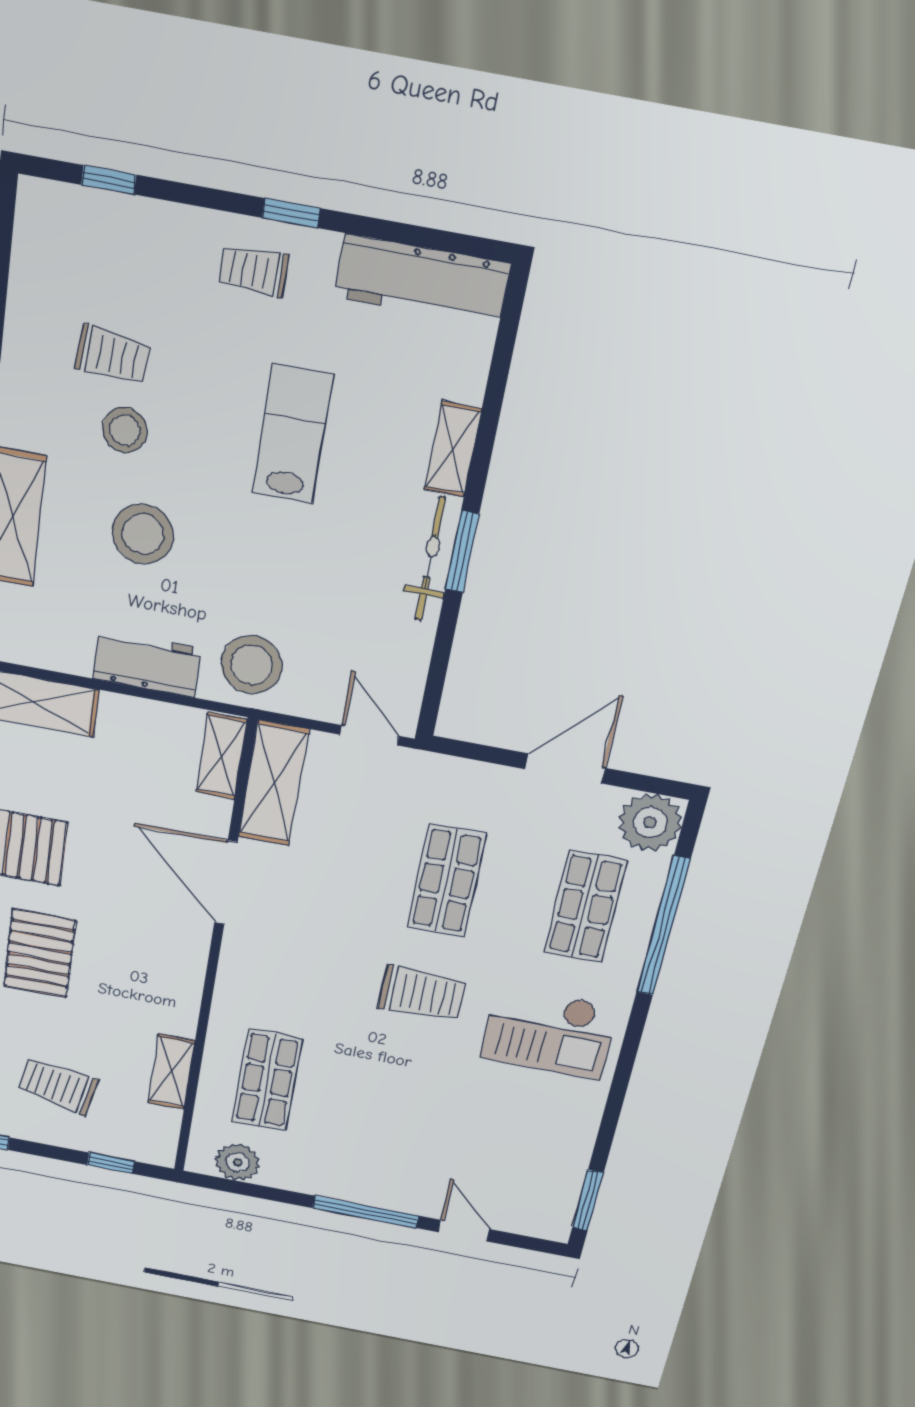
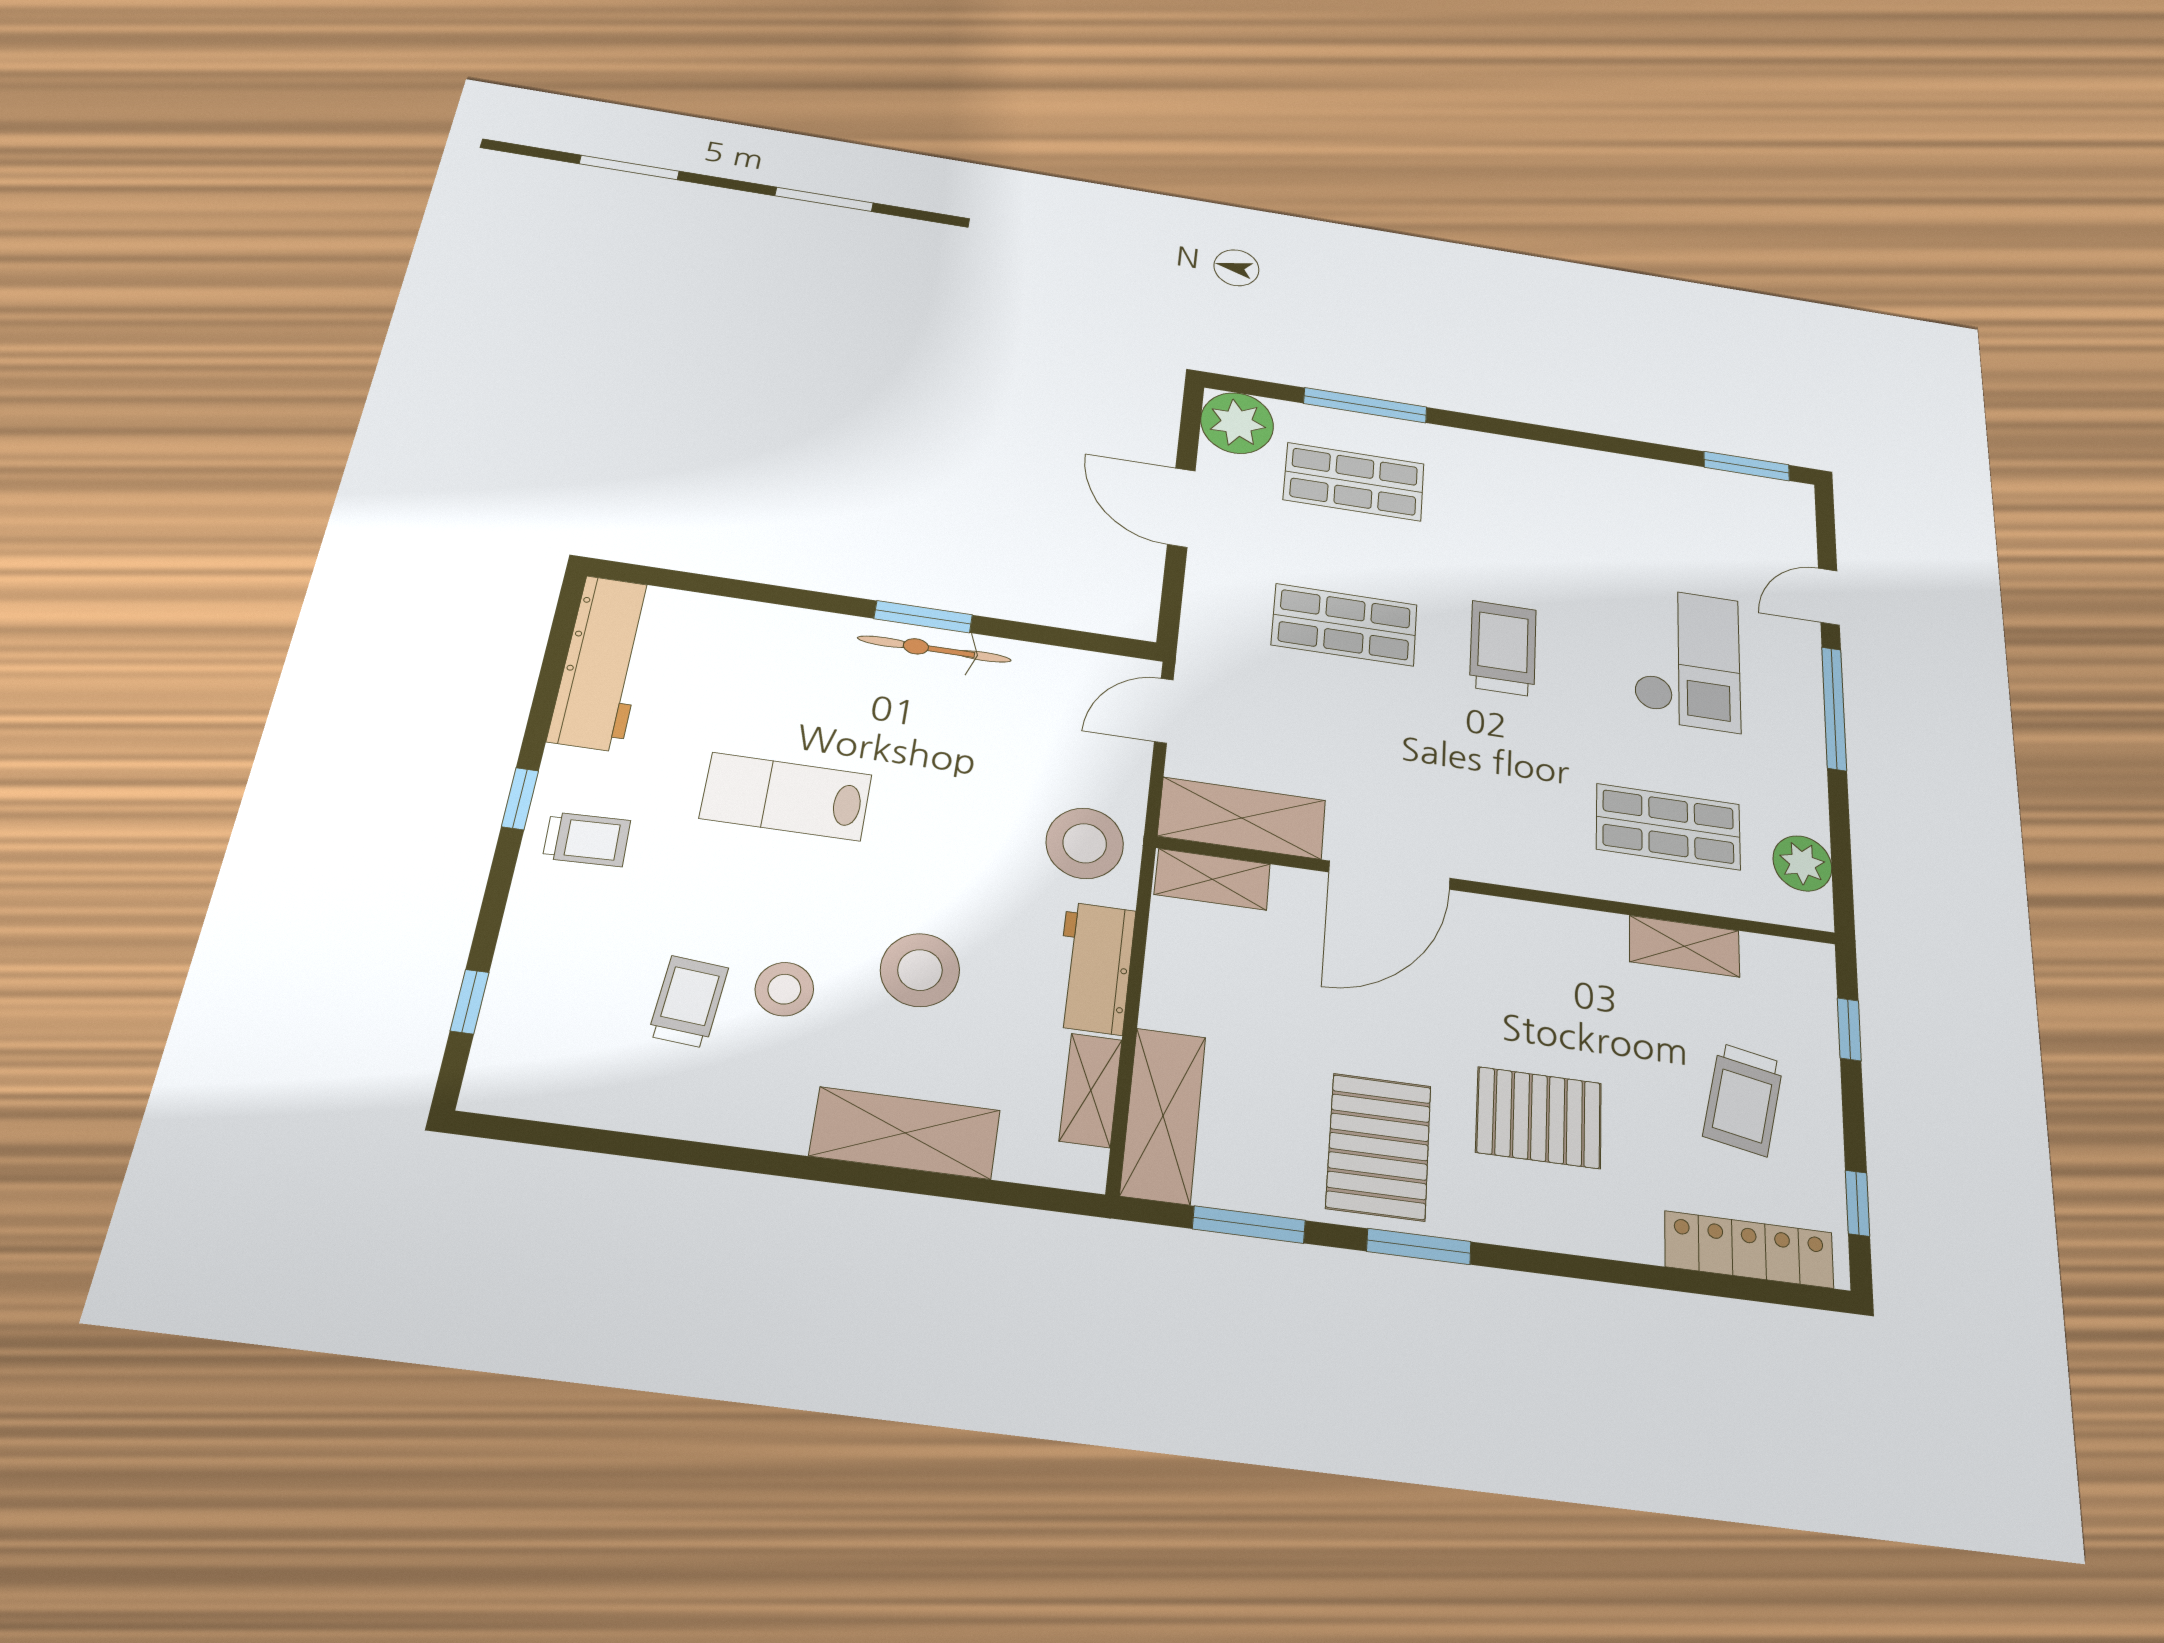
trolley: (253, 271) -> (587, 839), turned -92
shelving: (453, 449) -> (1091, 1090), moved, turned 90
window: (663, 926) -> (1365, 405), width x0.68
checkout: (549, 1032) -> (1687, 659), moved

